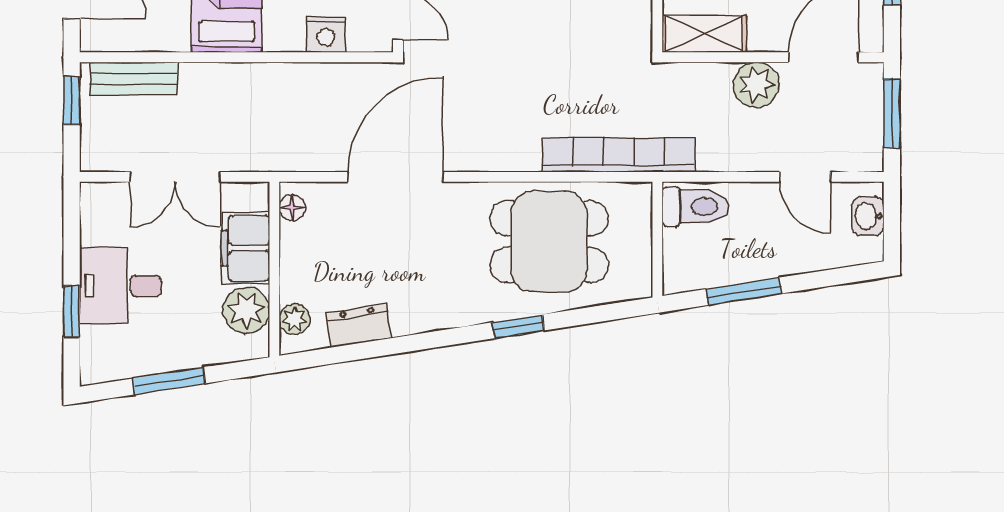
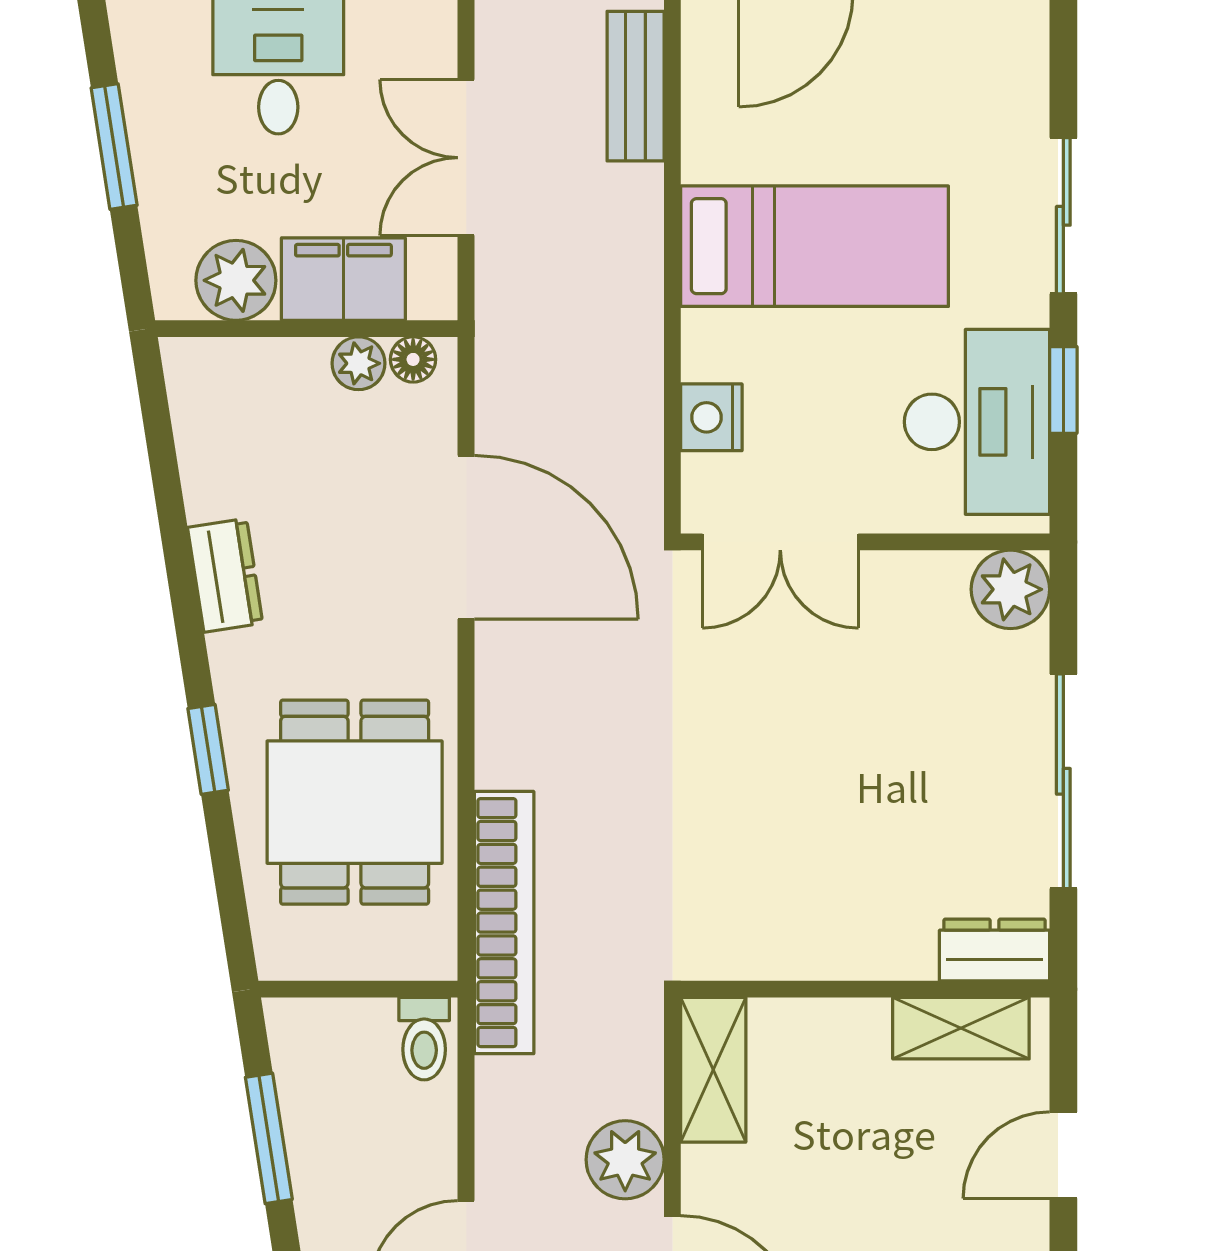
toilet: (695, 207) -> (424, 1039), width x0.73, depth x0.72
plant: (294, 319) -> (358, 363), moved
dresser: (359, 326) -> (225, 575), moved

